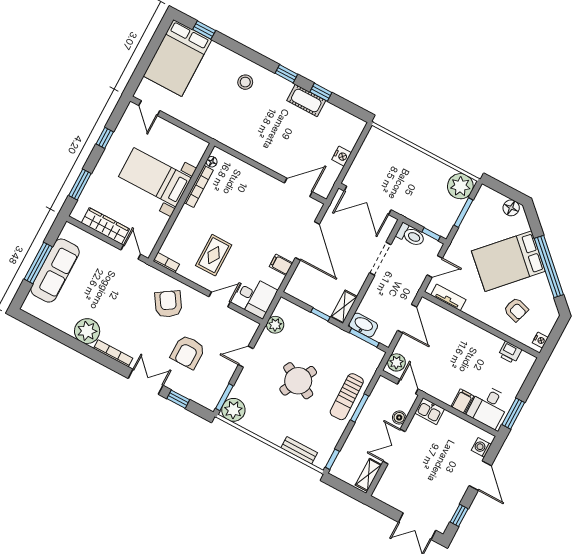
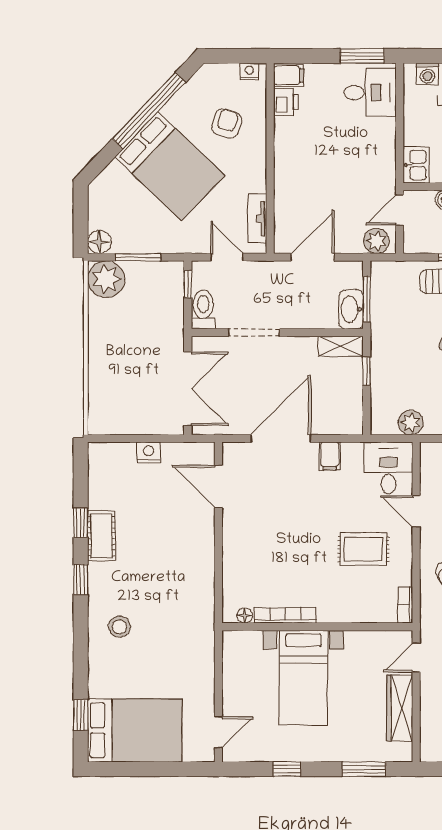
floor lamp: (511, 208) -> (99, 242), moved
filing cabinet: (462, 401) -> (289, 75), moved, turned 180

